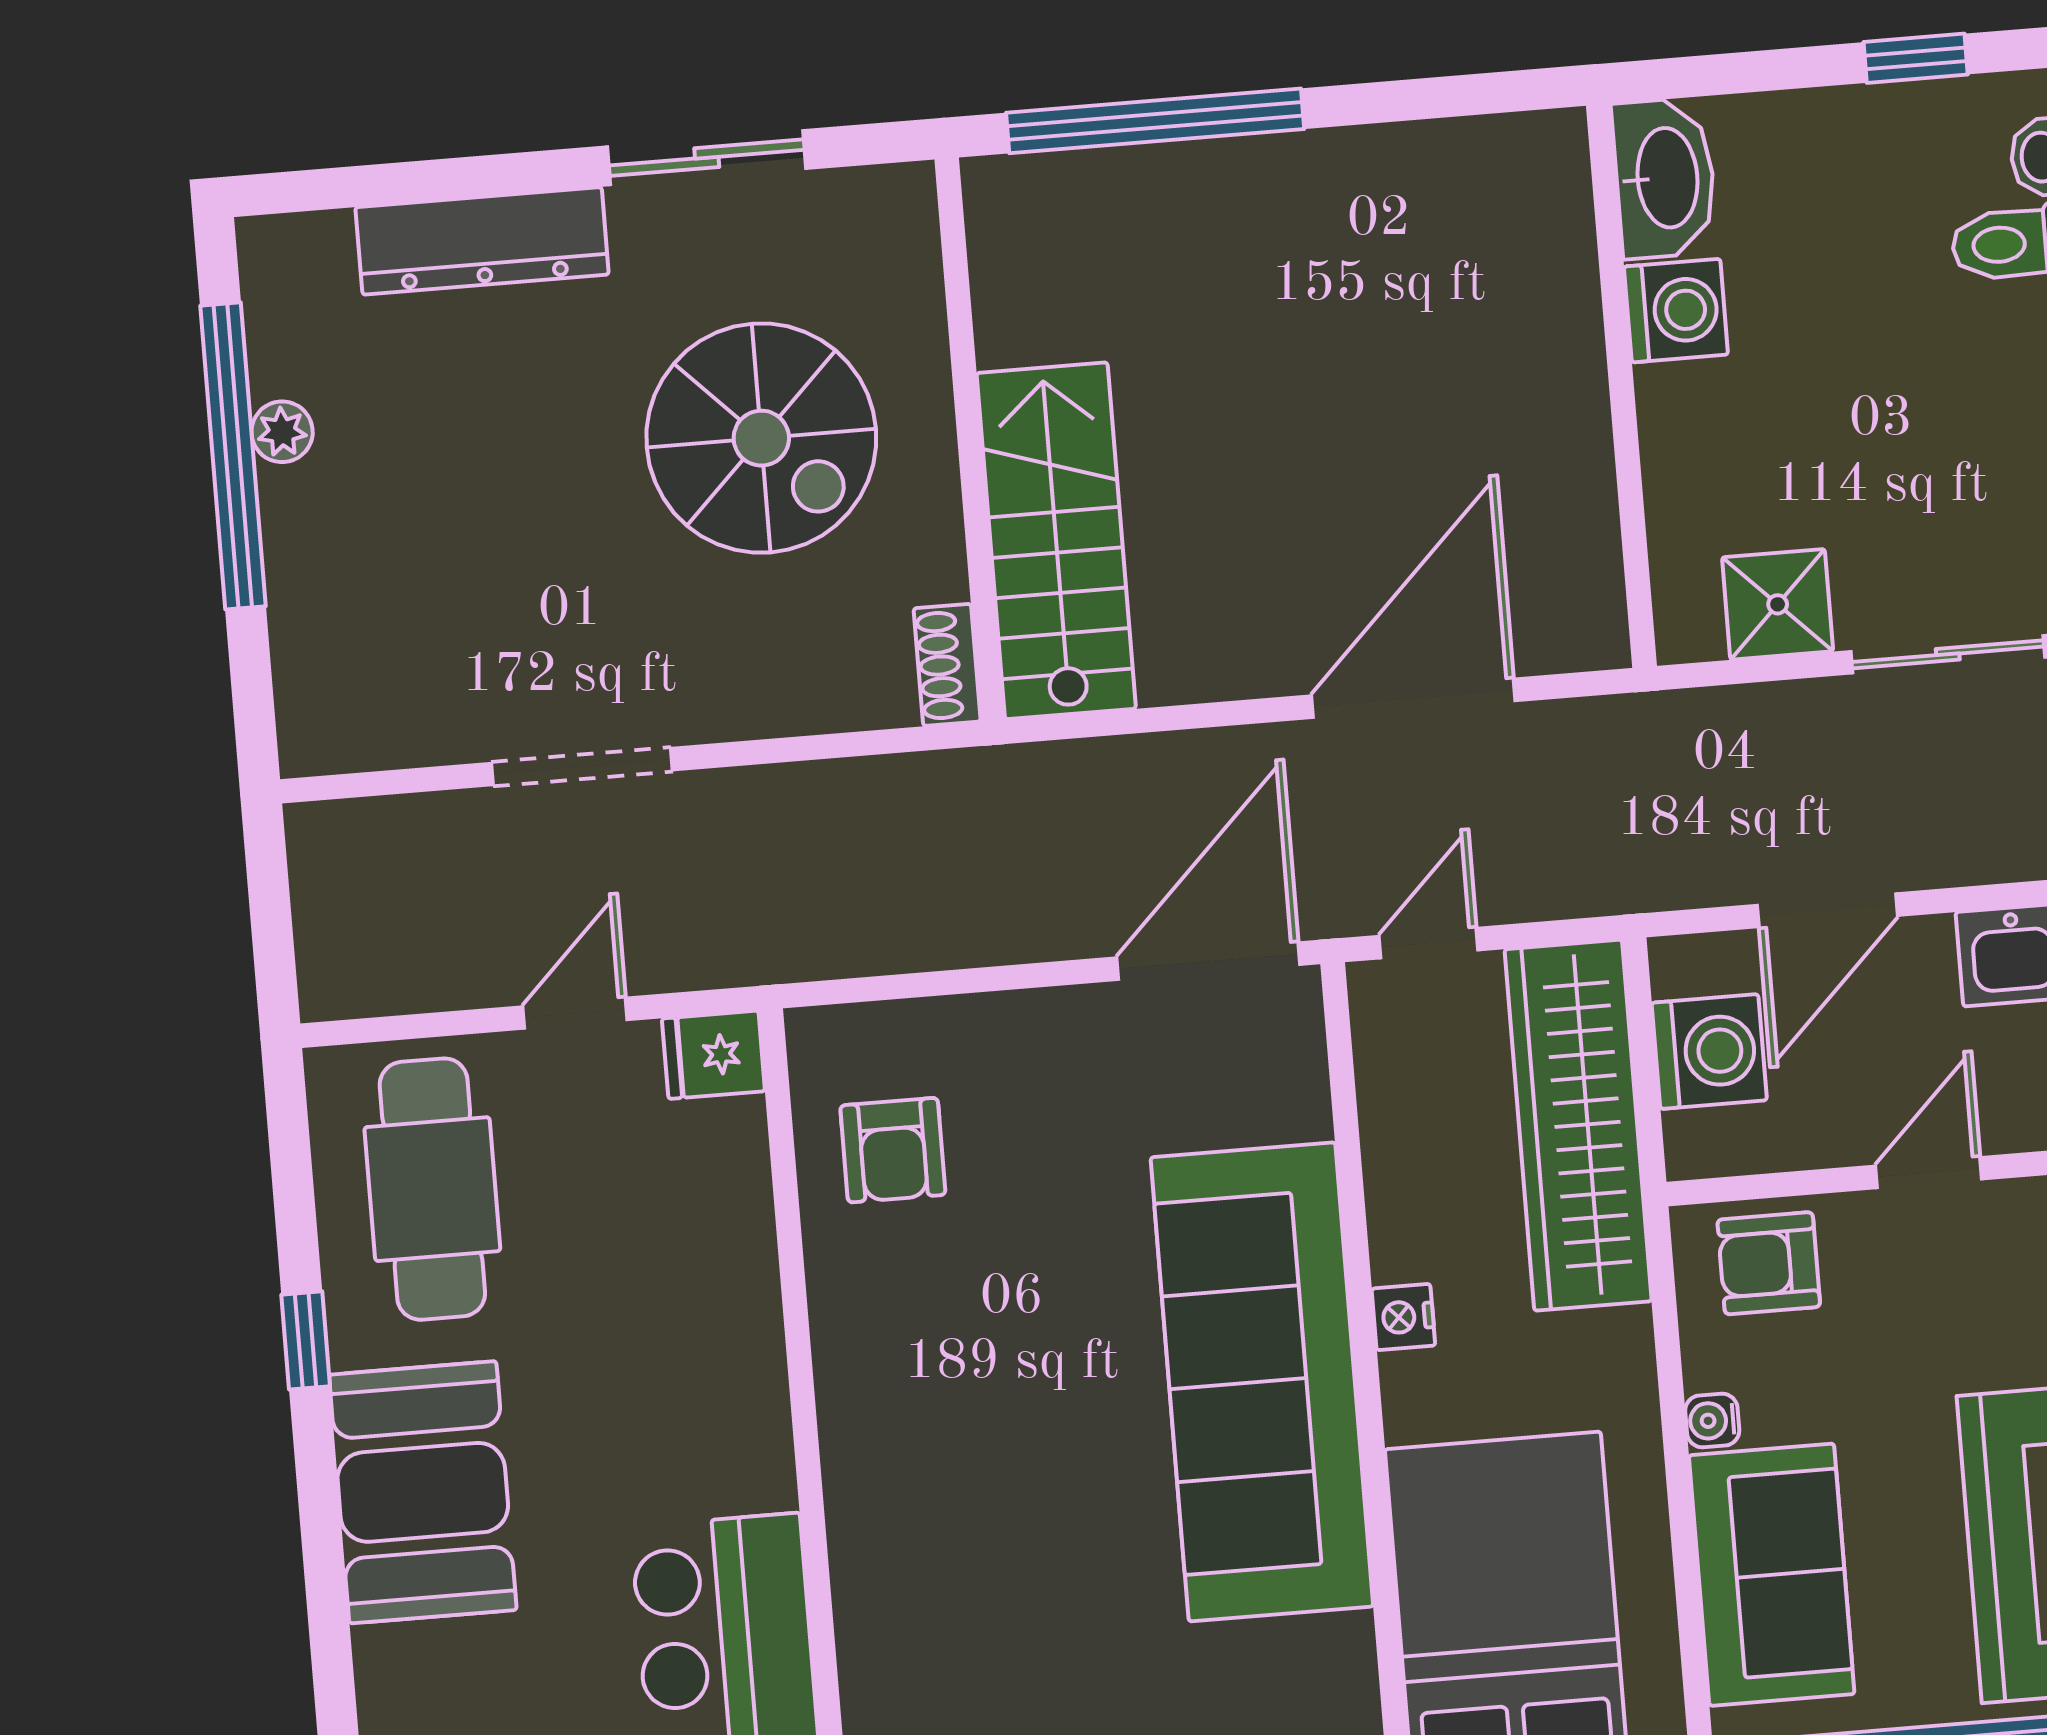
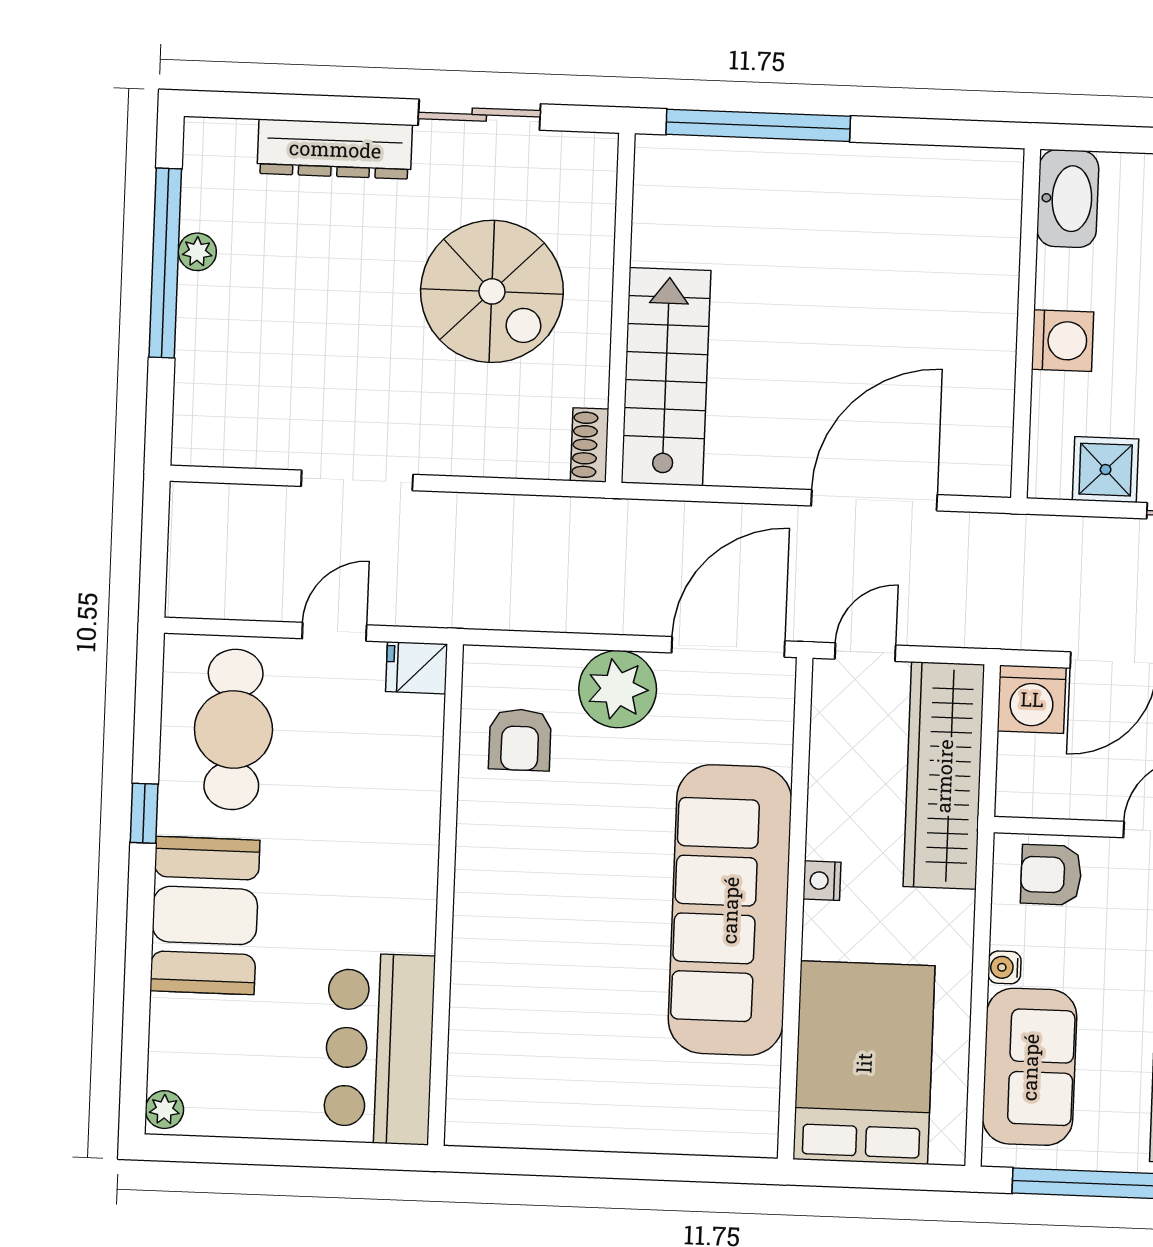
washing machine: (1676, 311) -> (1063, 341), moved
plant: (1039, 1050) -> (618, 689), added
washing machine: (1709, 1052) -> (1032, 699), moved, turned 90

